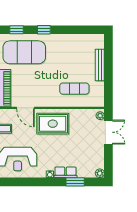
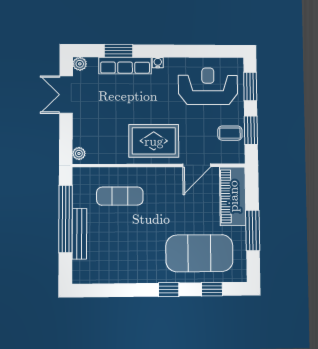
window: (108, 74) -> (66, 219), added
door: (25, 108) -> (197, 165), swing flipped
double door: (108, 132) -> (66, 95), moved
row of seats: (65, 172) -> (125, 66), width x1.48

